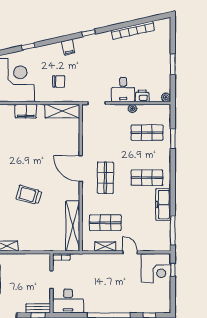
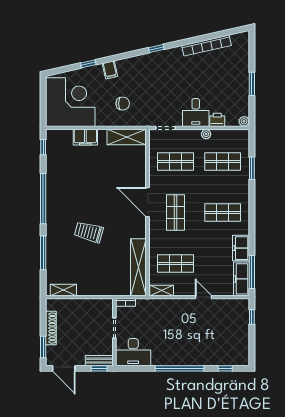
filing cabinet: (68, 47) -> (110, 70), moved
shop shelf: (105, 133) -> (175, 162), added
freezer: (163, 205) -> (241, 248), width x0.71
freezer: (164, 236) -> (241, 279), added
shelving: (105, 247) -> (162, 291), moved
corner desk: (156, 268) -> (233, 315), removed

